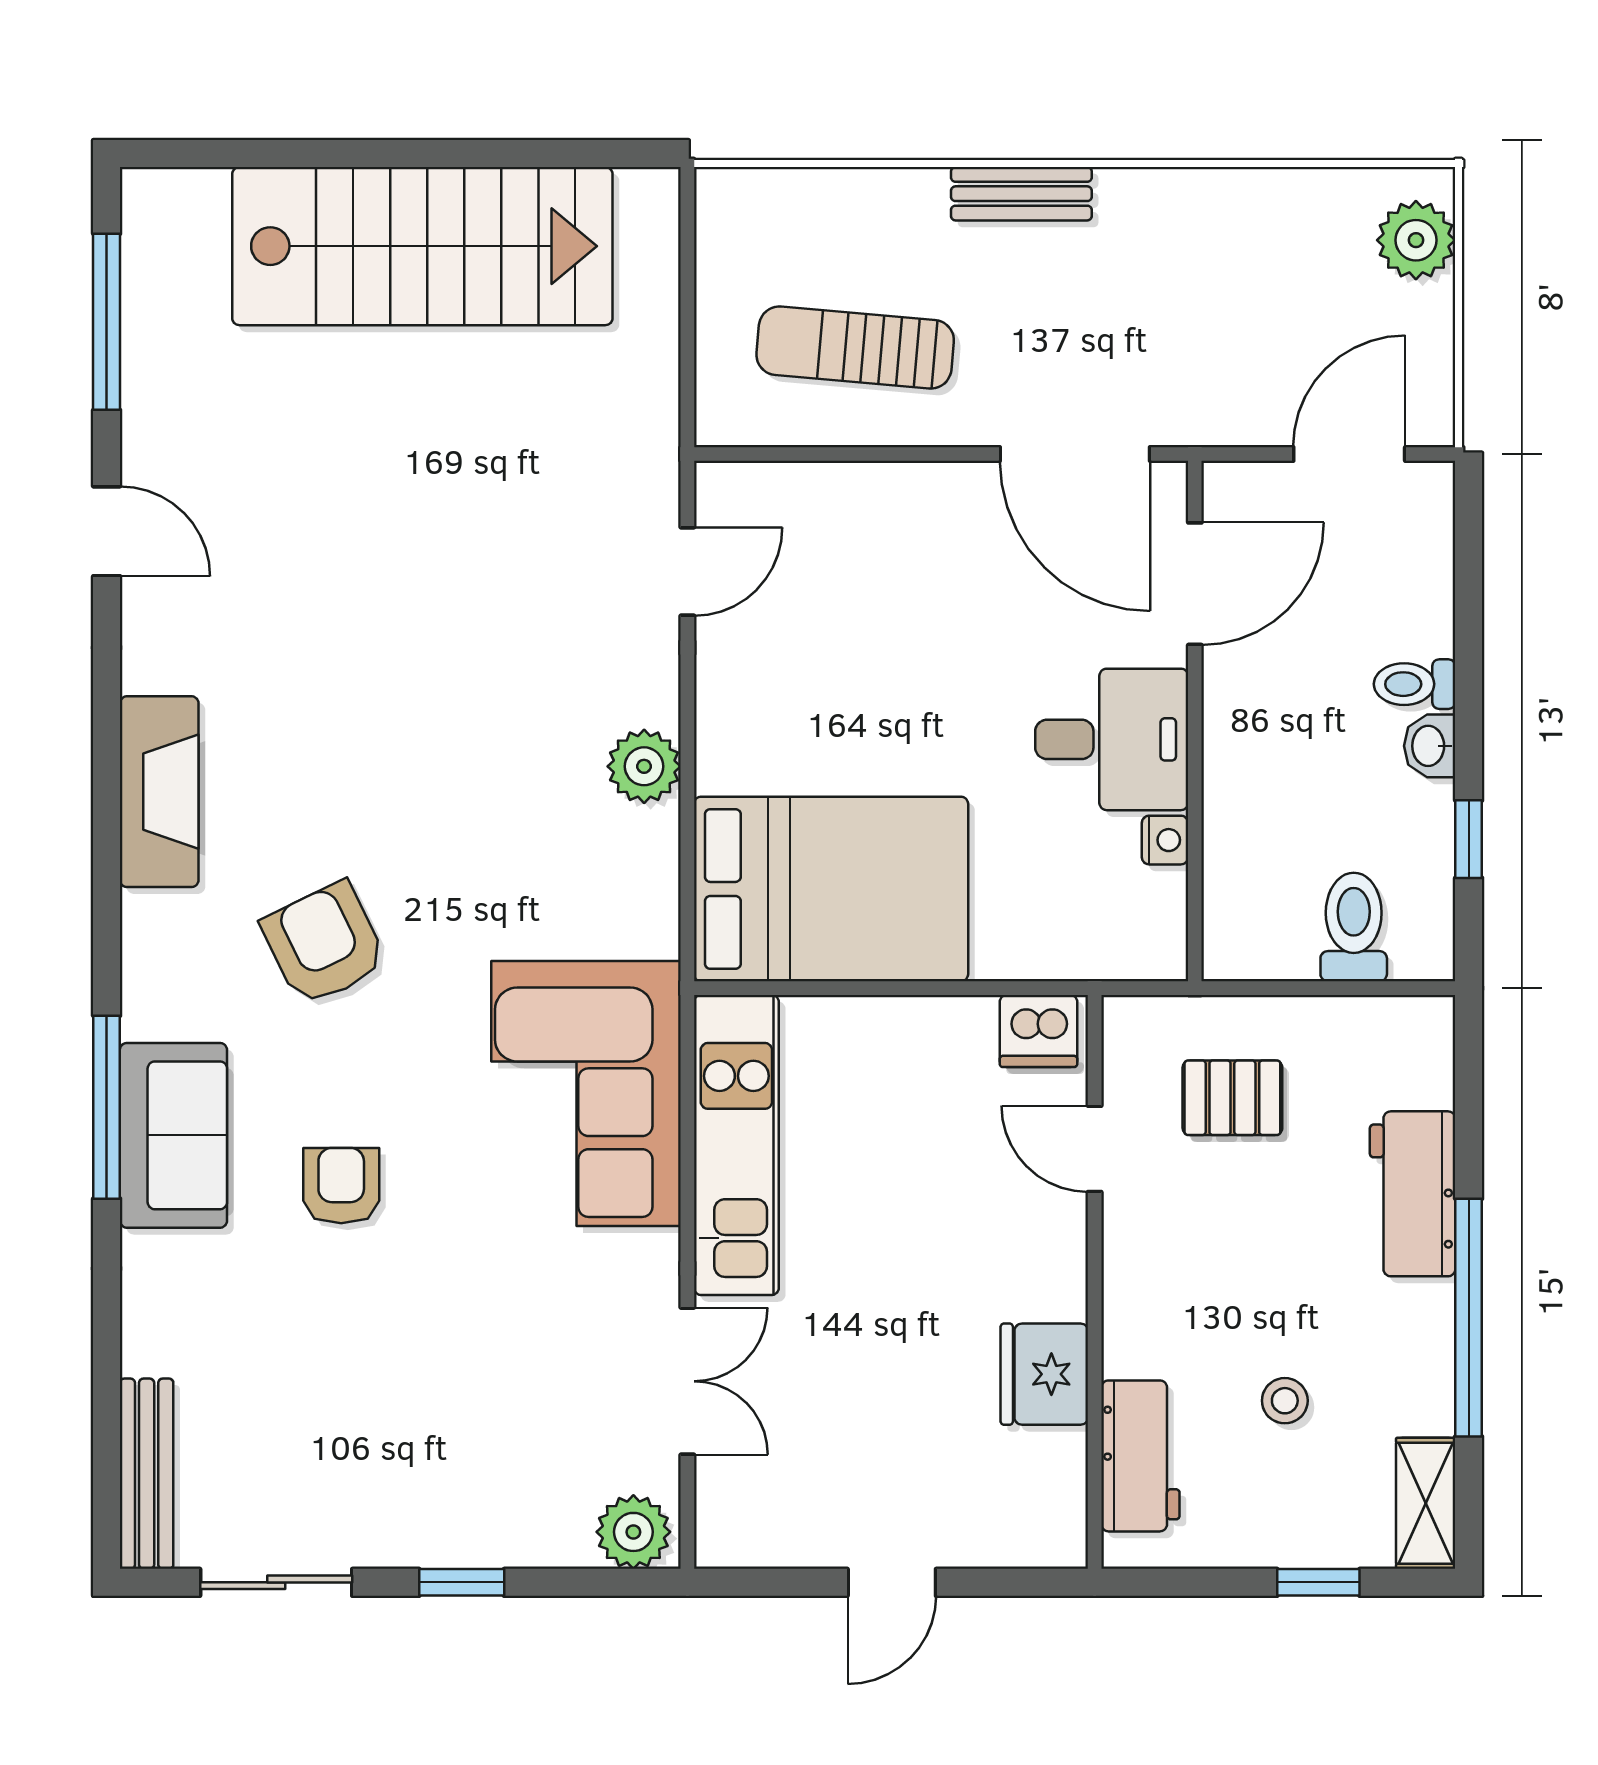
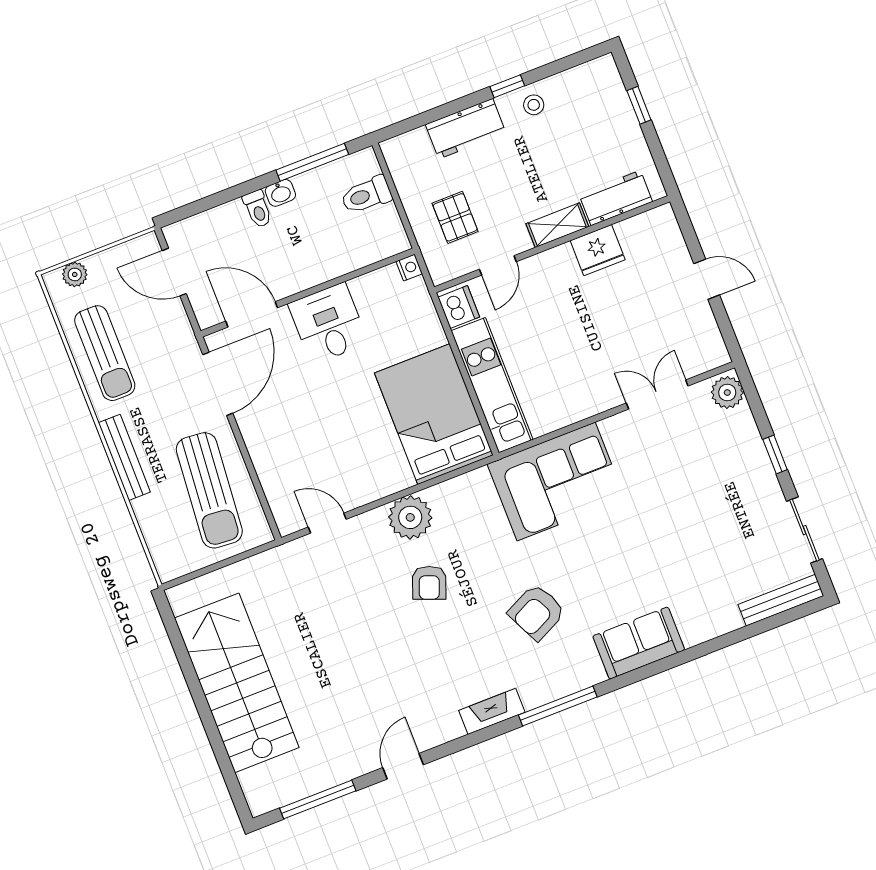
bench: (1021, 194) -> (124, 457), width x1.36
sun lounger: (1234, 239) -> (105, 353), added
plant: (1416, 240) -> (75, 274), width x0.73, depth x0.73
sun lounger: (855, 348) -> (209, 490), width x1.36, depth x1.34
plant: (644, 766) -> (410, 517), width x1.36, depth x1.36
fireplace: (159, 792) -> (492, 711), width x0.73, depth x0.76
window: (1469, 839) -> (312, 162), width x2.17
nightstand: (1165, 840) -> (409, 268), moved, turned 90
window: (107, 1107) -> (558, 706), moved
kitchen unit: (736, 1145) -> (492, 385), moved, turned 90
armchair: (341, 1186) -> (429, 583), moved, turned -69
window: (1469, 1318) -> (507, 86), width x0.32
stool: (1285, 1401) -> (534, 105), moved
shelving: (1426, 1503) -> (557, 225), moved

